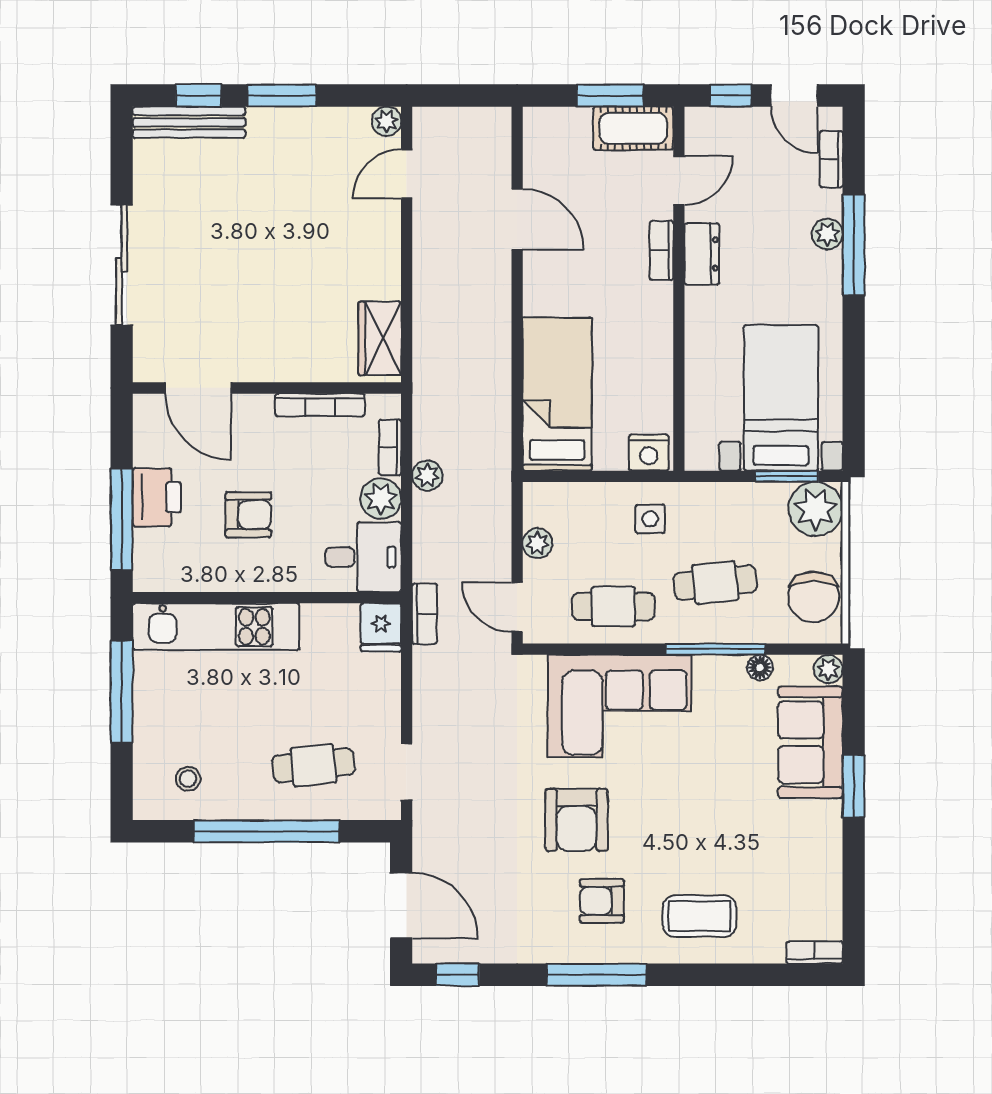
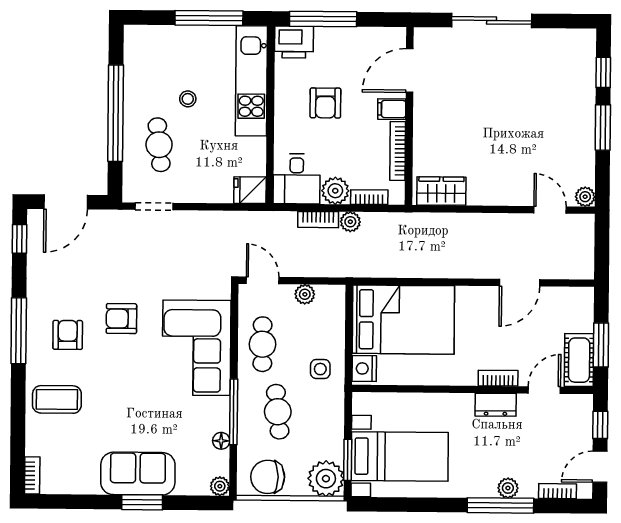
bench: (189, 122) -> (586, 66), removed
door: (679, 180) -> (544, 390), swing flipped
bed: (557, 394) -> (403, 320), width x1.50
filing cabinet: (257, 414) -> (392, 109), added
printer: (157, 497) -> (294, 42), moved
door: (517, 607) -> (263, 280), hinge flipped
bookcase: (424, 614) -> (318, 220), moved
sofa: (810, 742) -> (138, 474), moved
stool: (188, 779) -> (188, 99), moved
armchair: (577, 820) -> (121, 319), width x0.72, depth x0.72
coffee table: (699, 916) -> (57, 399), turned 90

